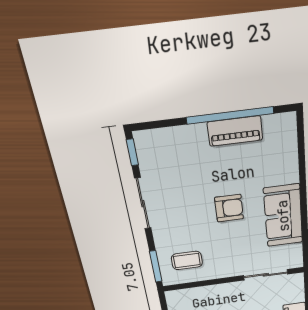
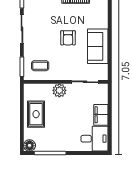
armchair: (229, 208) -> (68, 38), turned 90
plant: (225, 293) -> (59, 90), added

